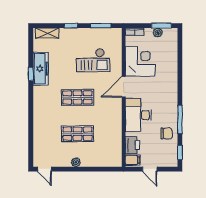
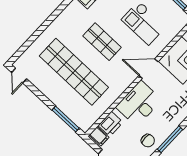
shop shelf: (77, 134) -> (74, 72), width x2.00, depth x1.36
plant: (76, 162) -> (50, 94), removed
window: (101, 169) -> (66, 119), added

